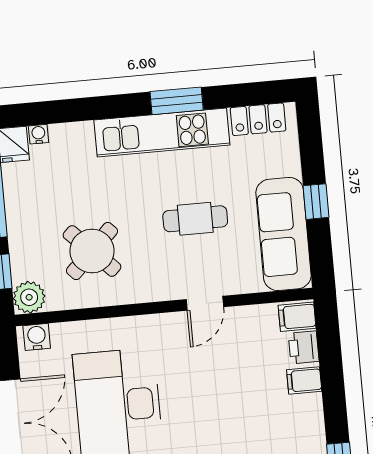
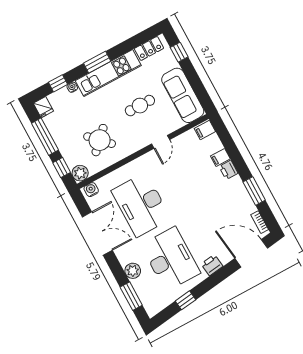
window: (177, 101) -> (97, 62), moved
window: (60, 111) -> (58, 83), added
water cooler: (38, 134) -> (72, 87), moved
window: (316, 202) -> (179, 52), moved
printer: (304, 347) -> (228, 170), moved

